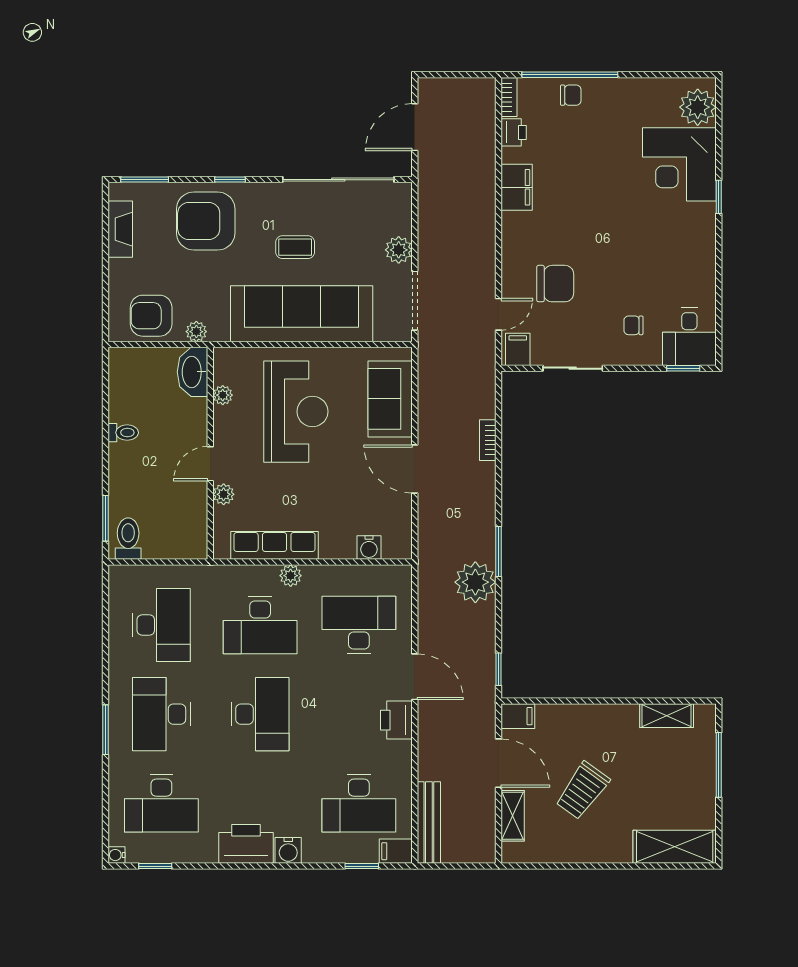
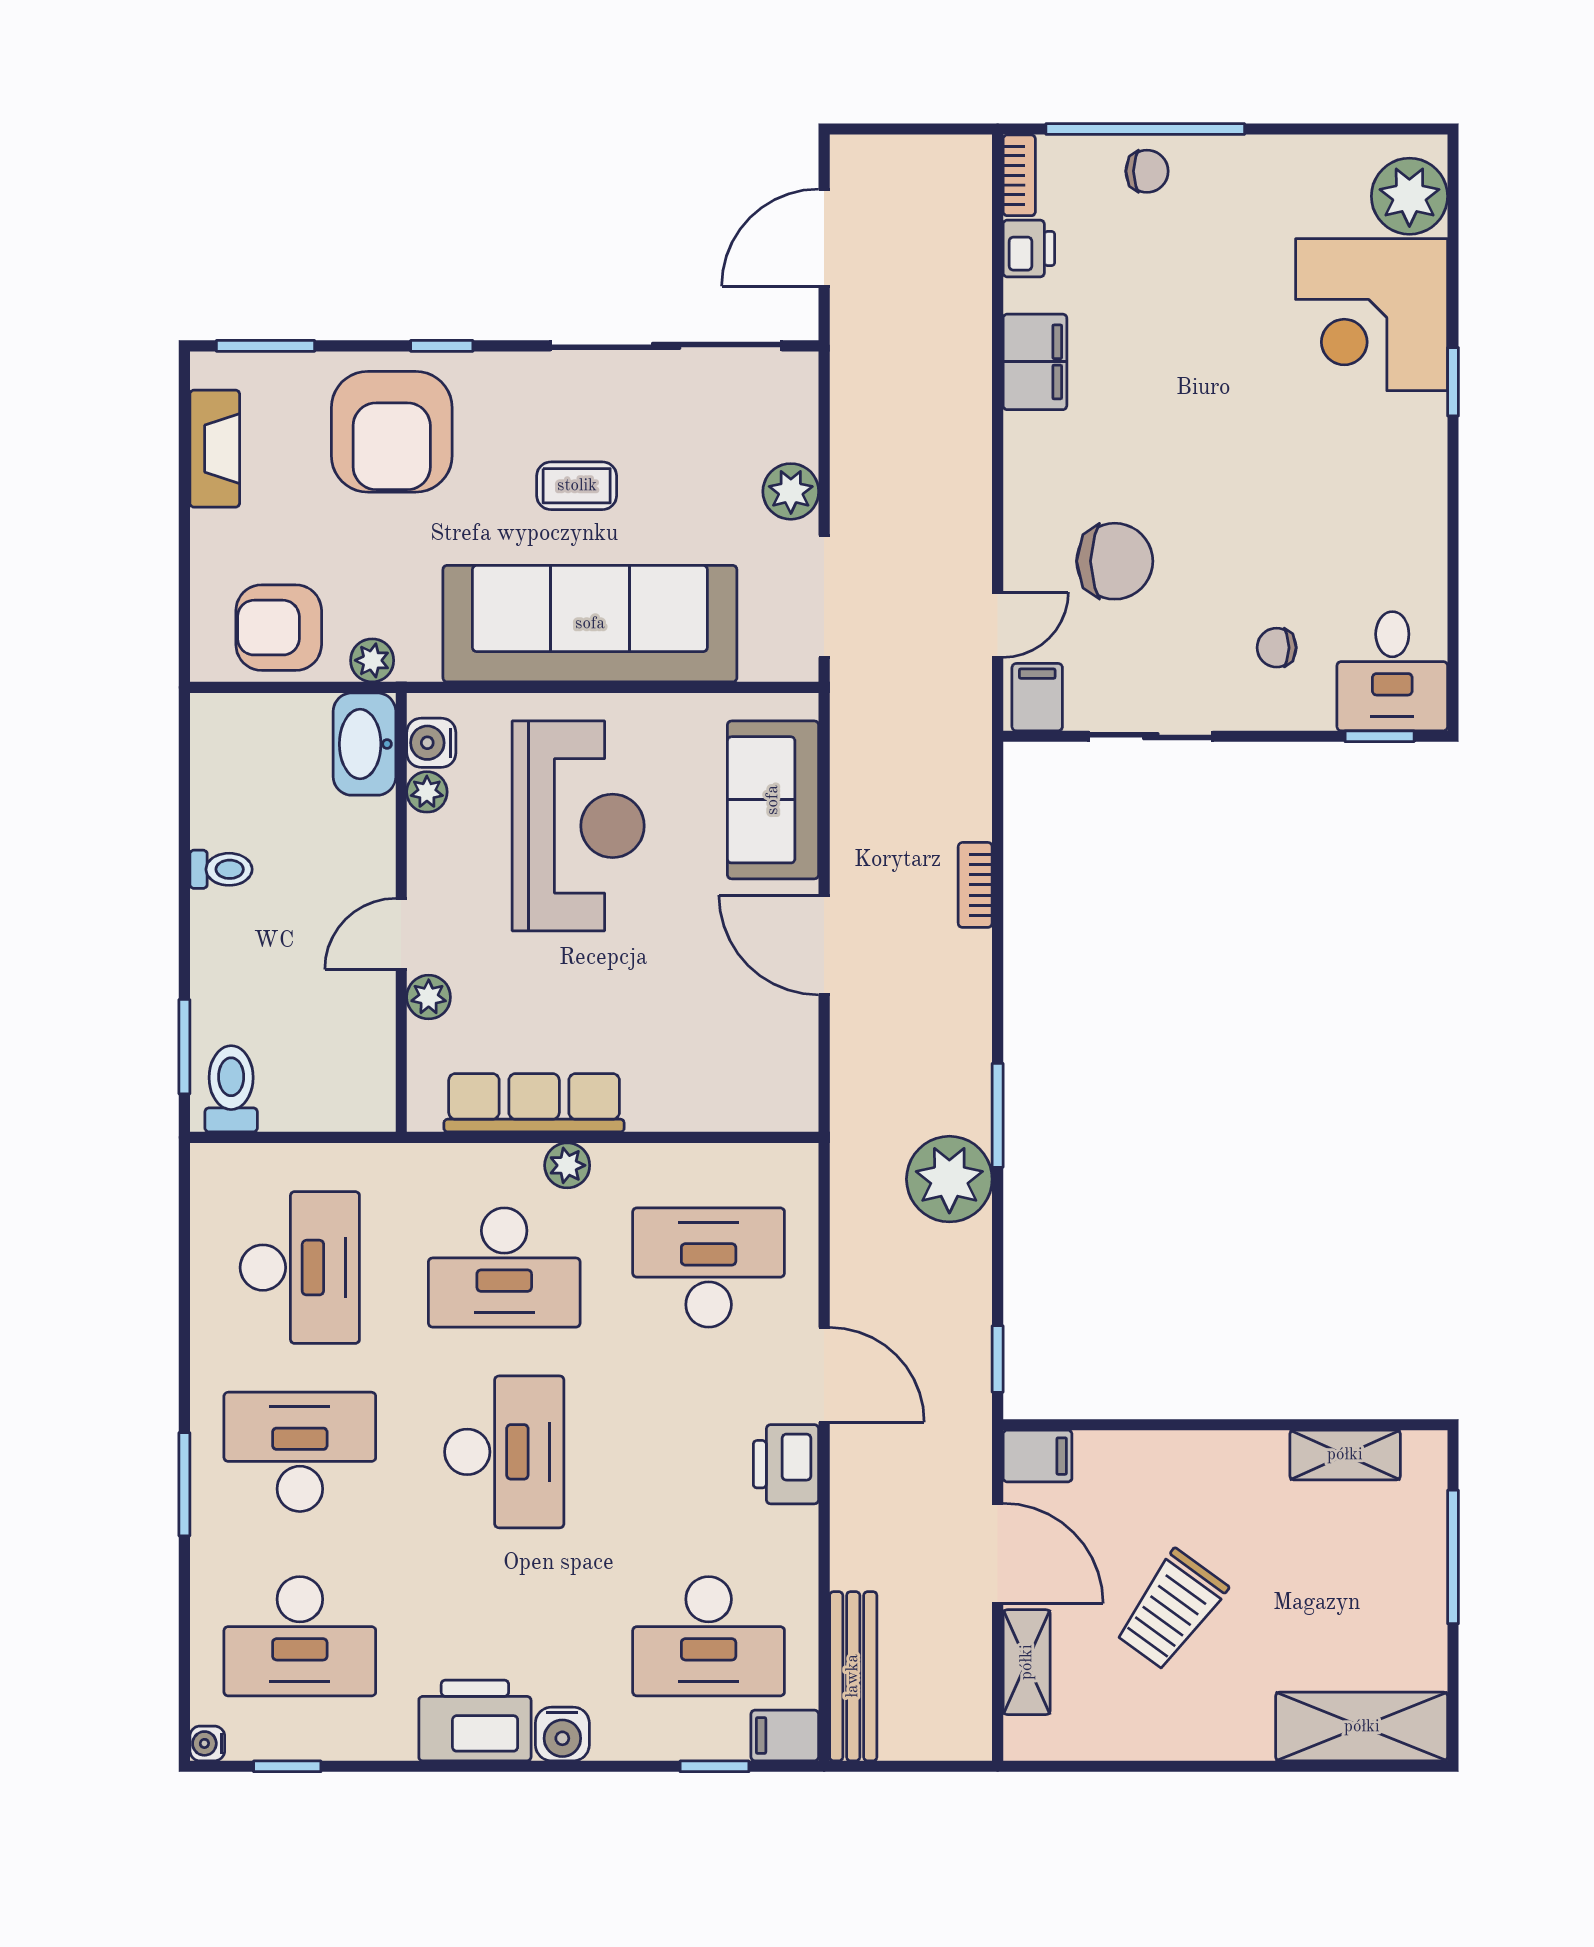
armchair: (206, 221) -> (392, 432), turned -90
water cooler: (369, 548) -> (431, 743), moved, turned 90
desk: (161, 714) -> (300, 1452), turned 90

